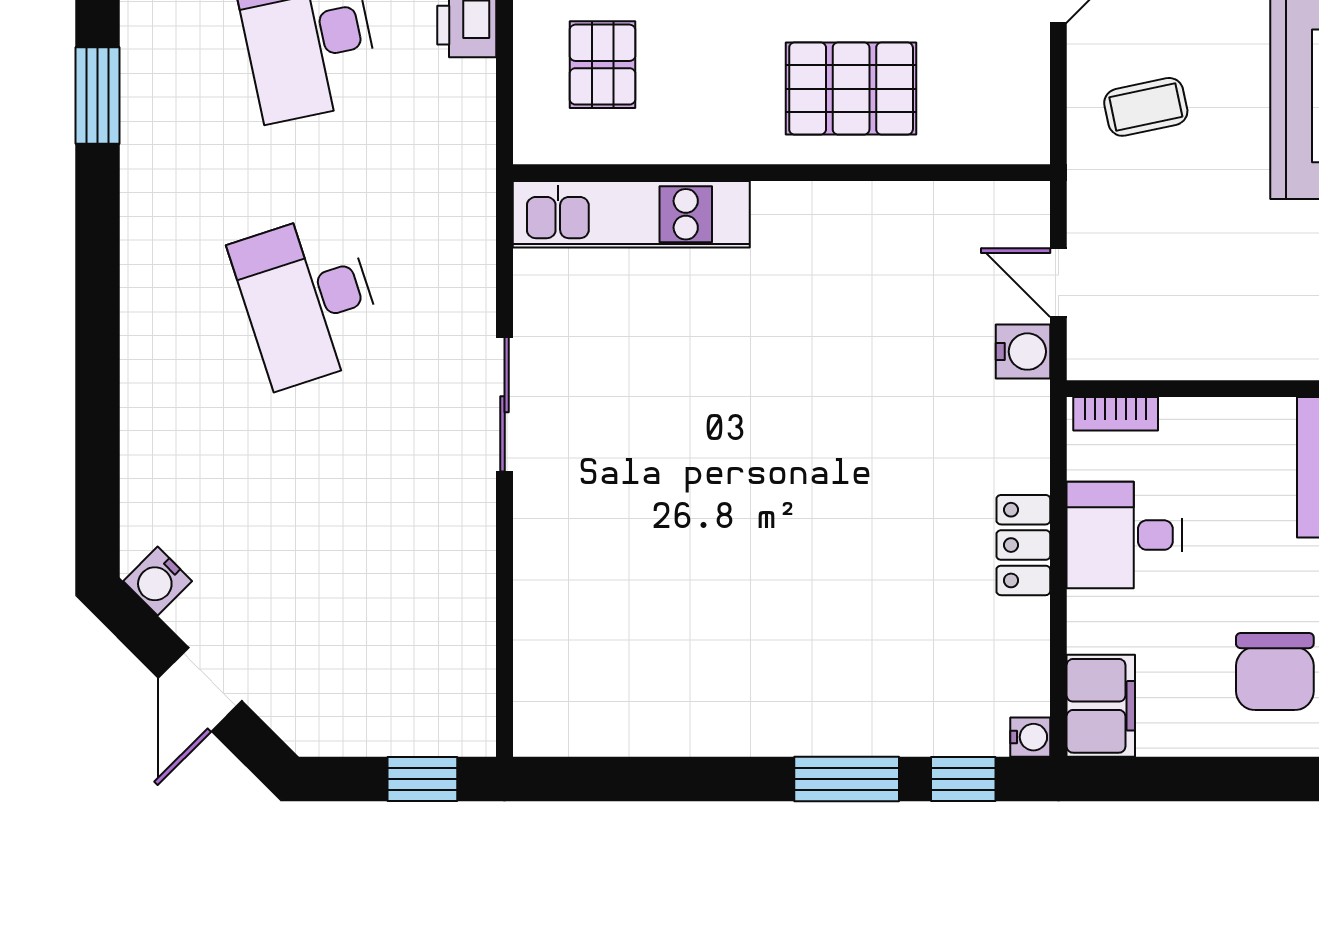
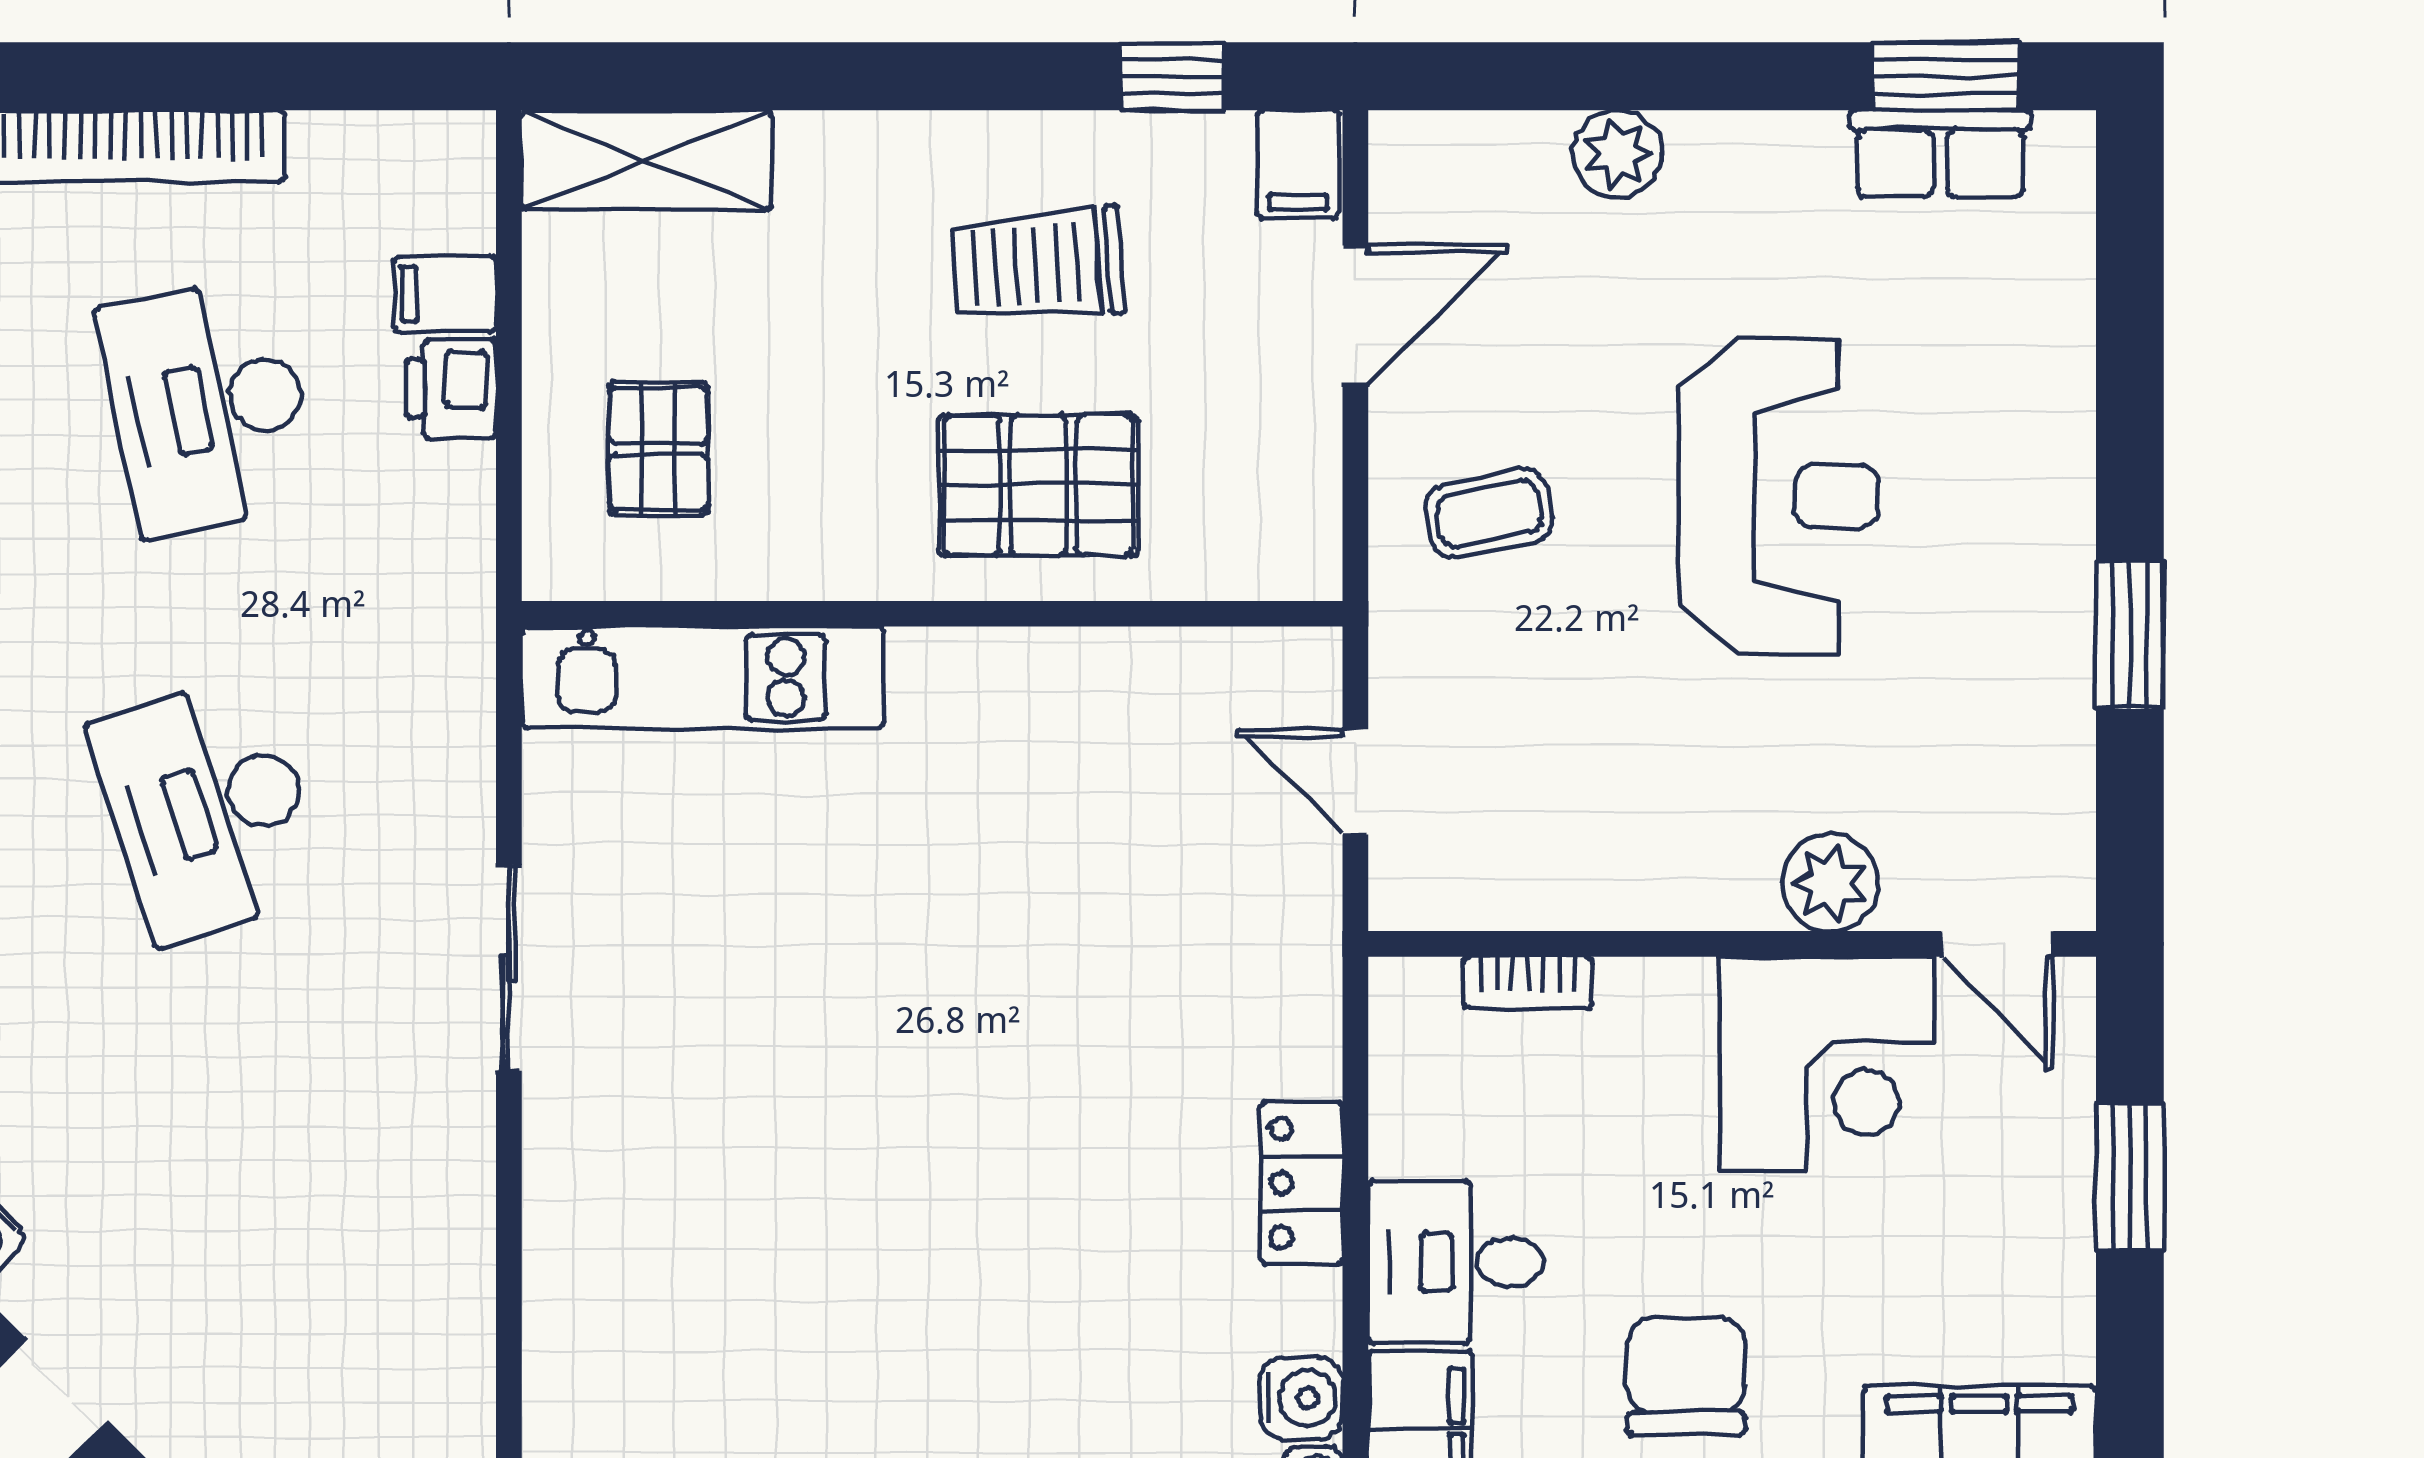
water cooler: (1023, 352) -> (1301, 1398), moved
bookcase: (1116, 414) -> (1528, 982), moved
desk: (1124, 535) -> (1456, 1262), moved
chair: (1275, 672) -> (1686, 1376), turned 180

